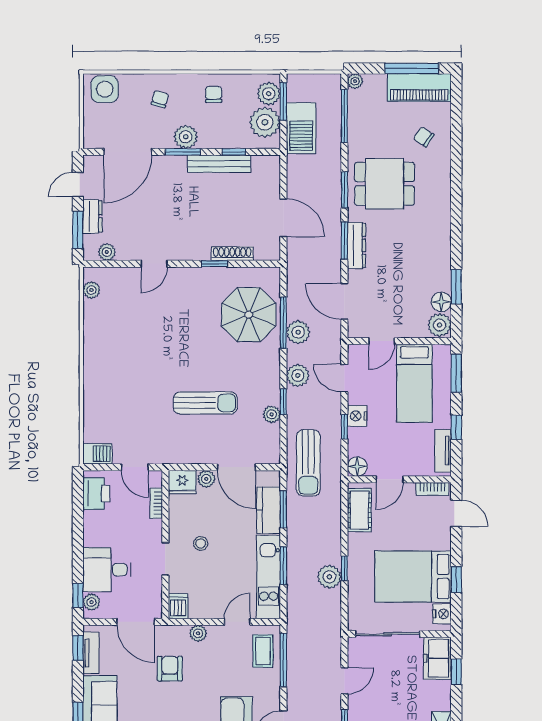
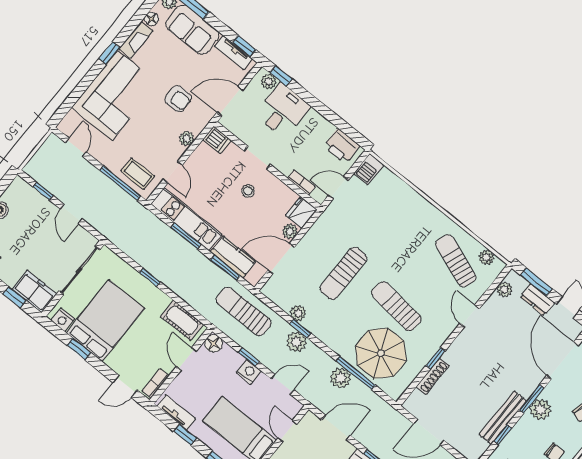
sun lounger: (116, 314) -> (456, 261), added
sun lounger: (197, 334) -> (396, 306), added
plant: (298, 375) -> (297, 342), moved
plant: (329, 577) -> (152, 262), removed

